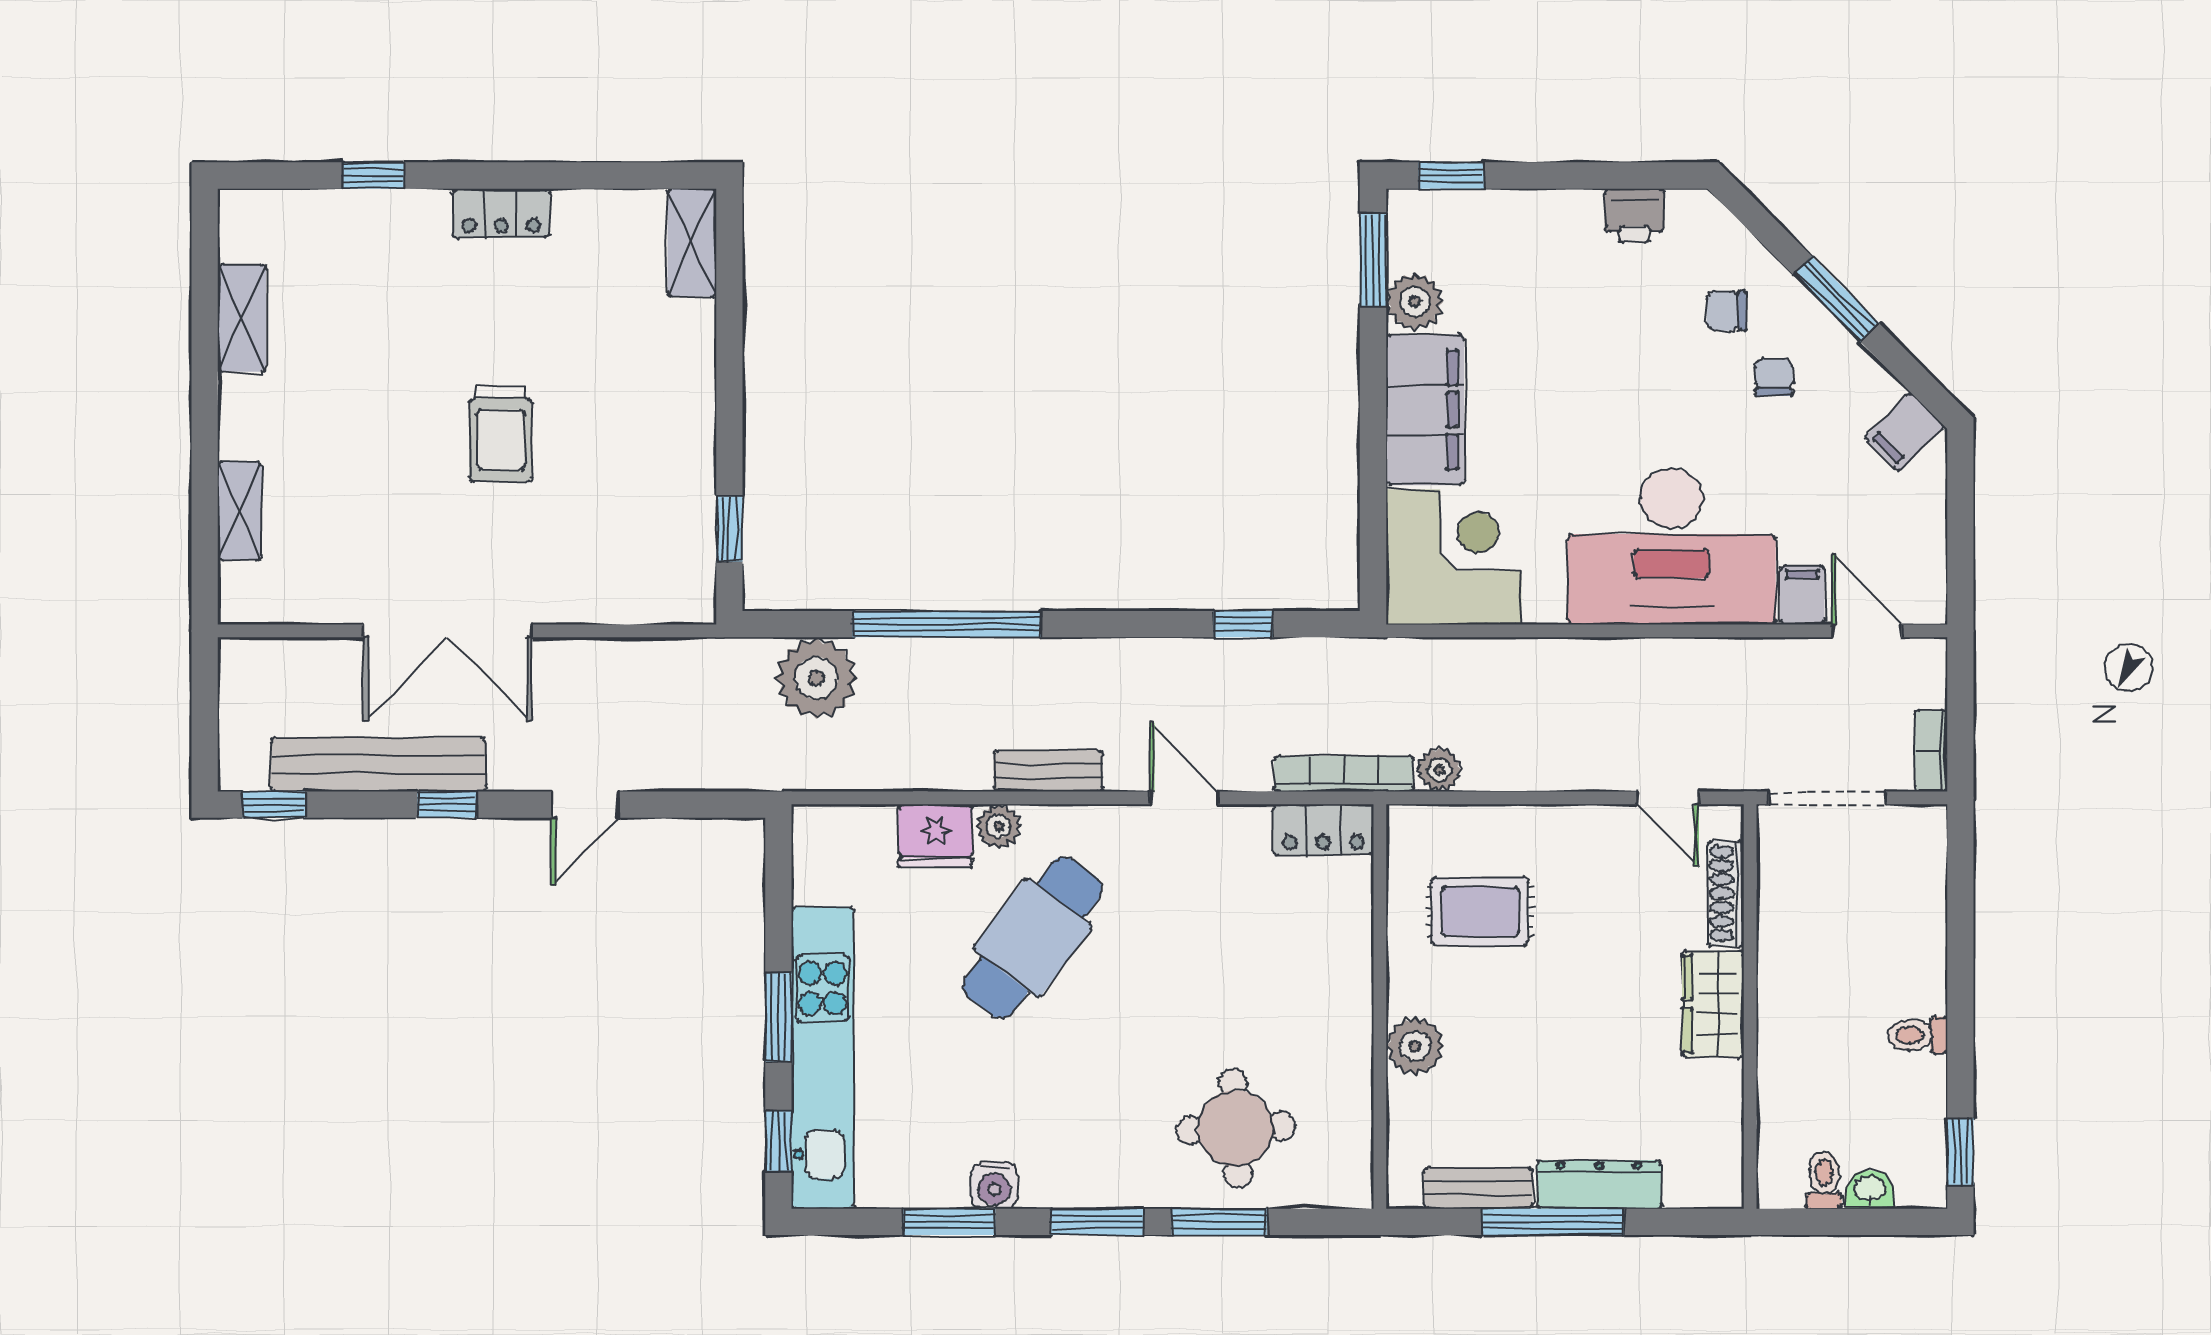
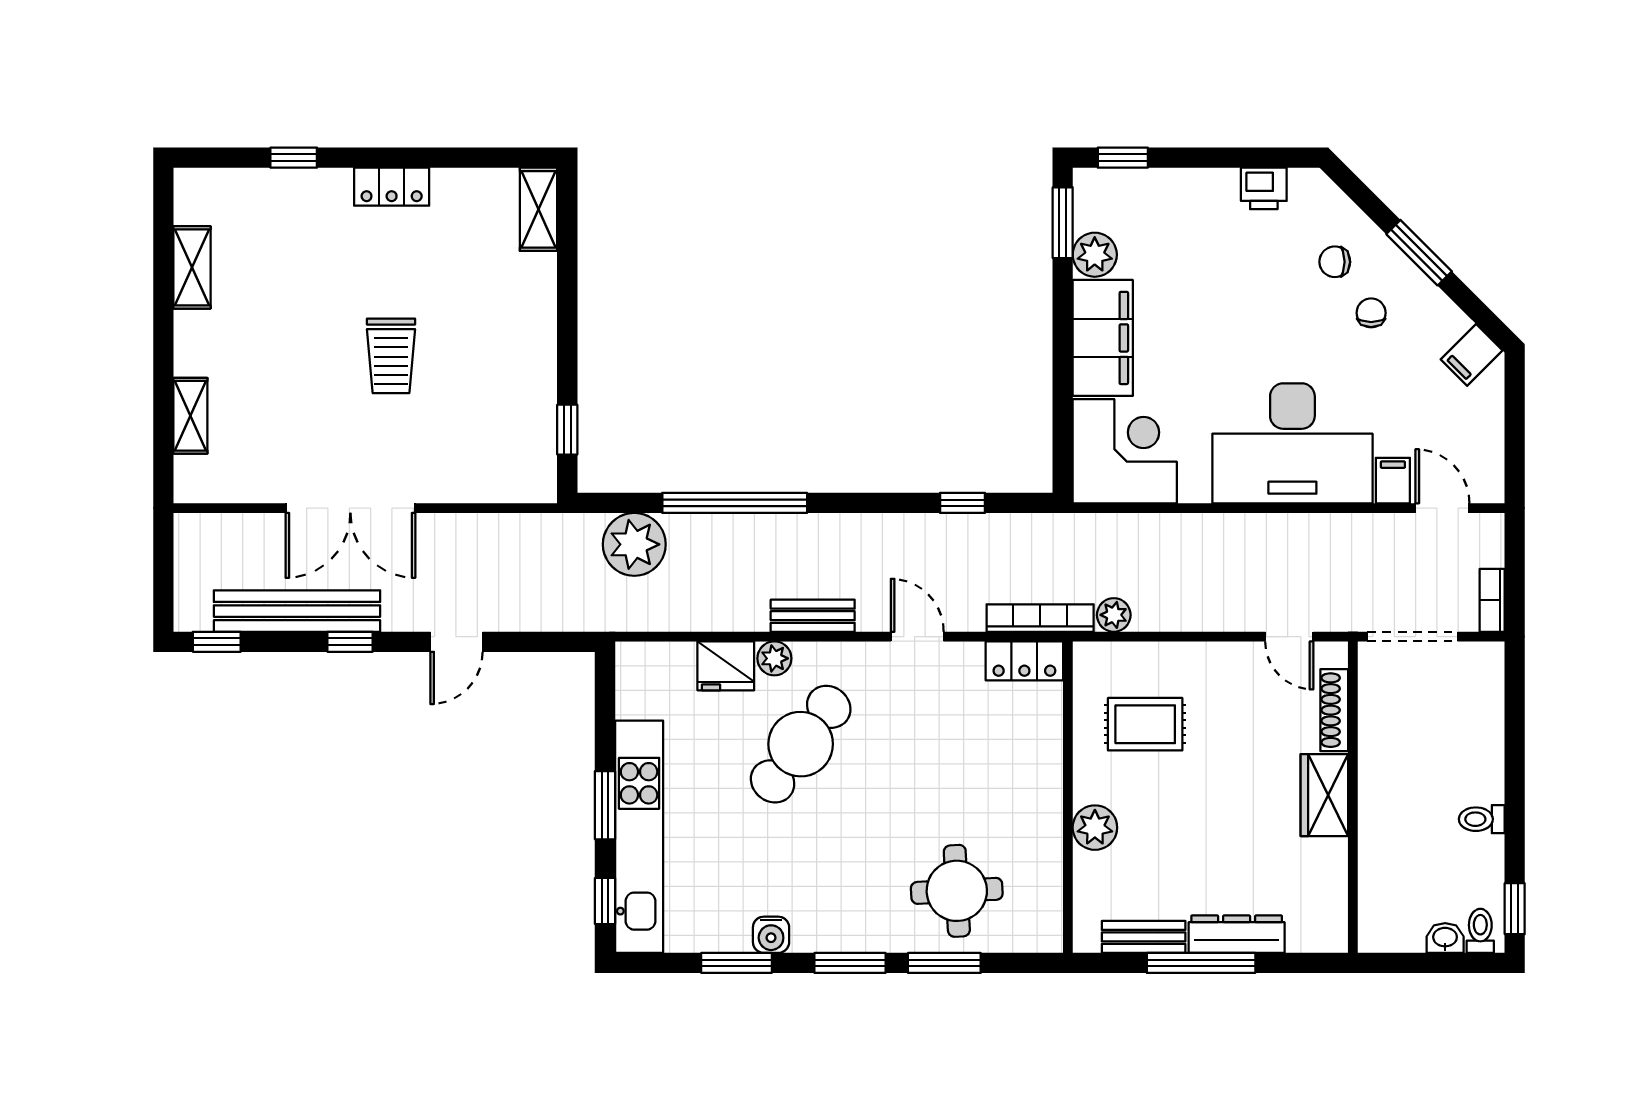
toilet: (1824, 1180) -> (1480, 931), moved

